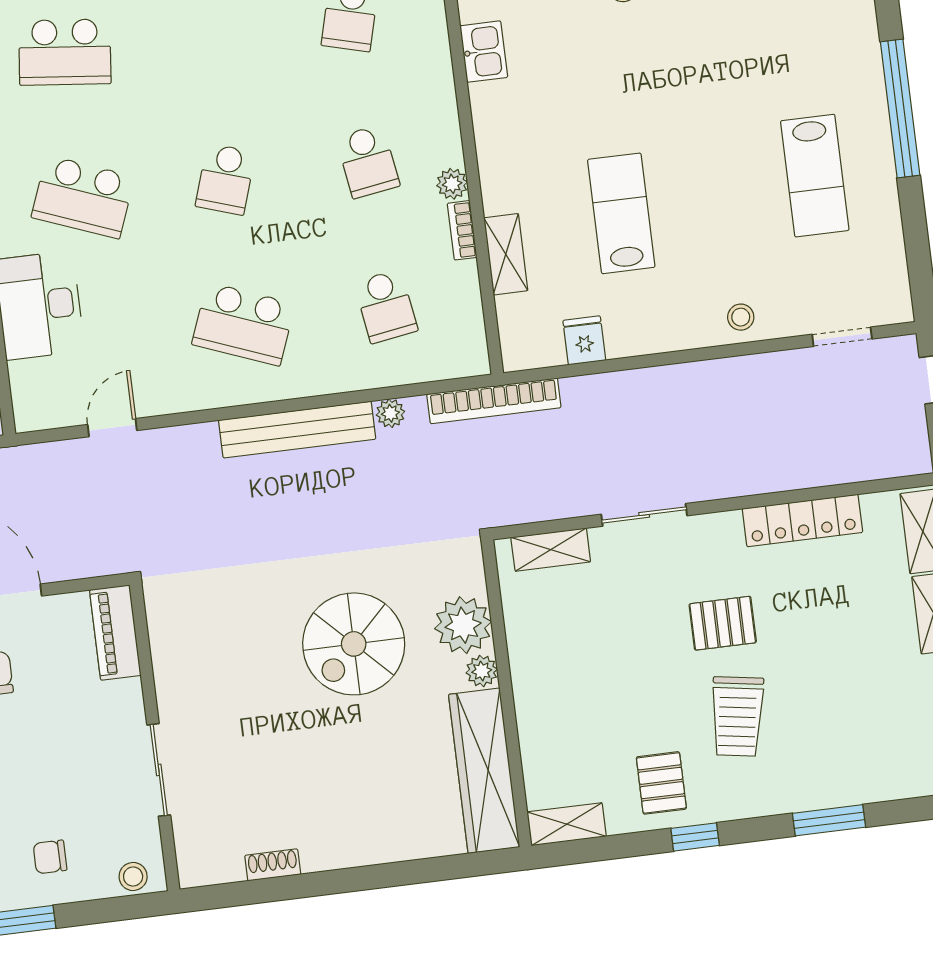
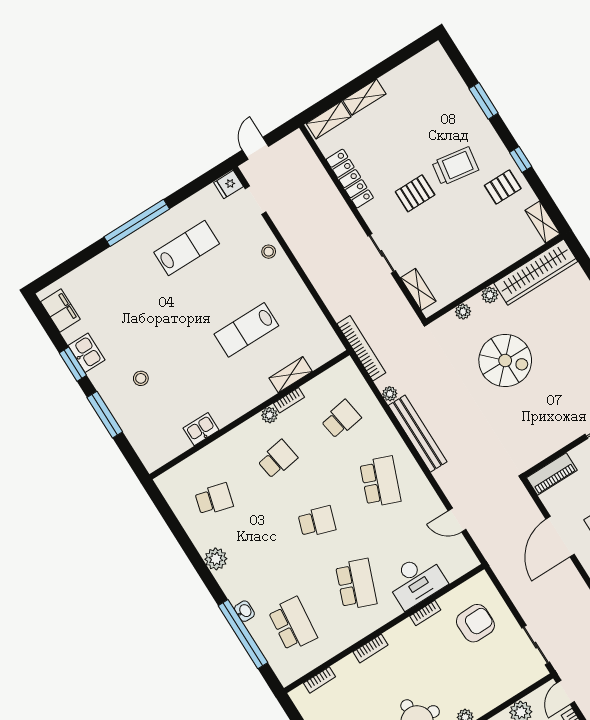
fridge: (584, 340) -> (229, 185), moved
pallet: (723, 623) -> (415, 193), turned 90
plant: (463, 625) -> (463, 312), width x0.53, depth x0.53

